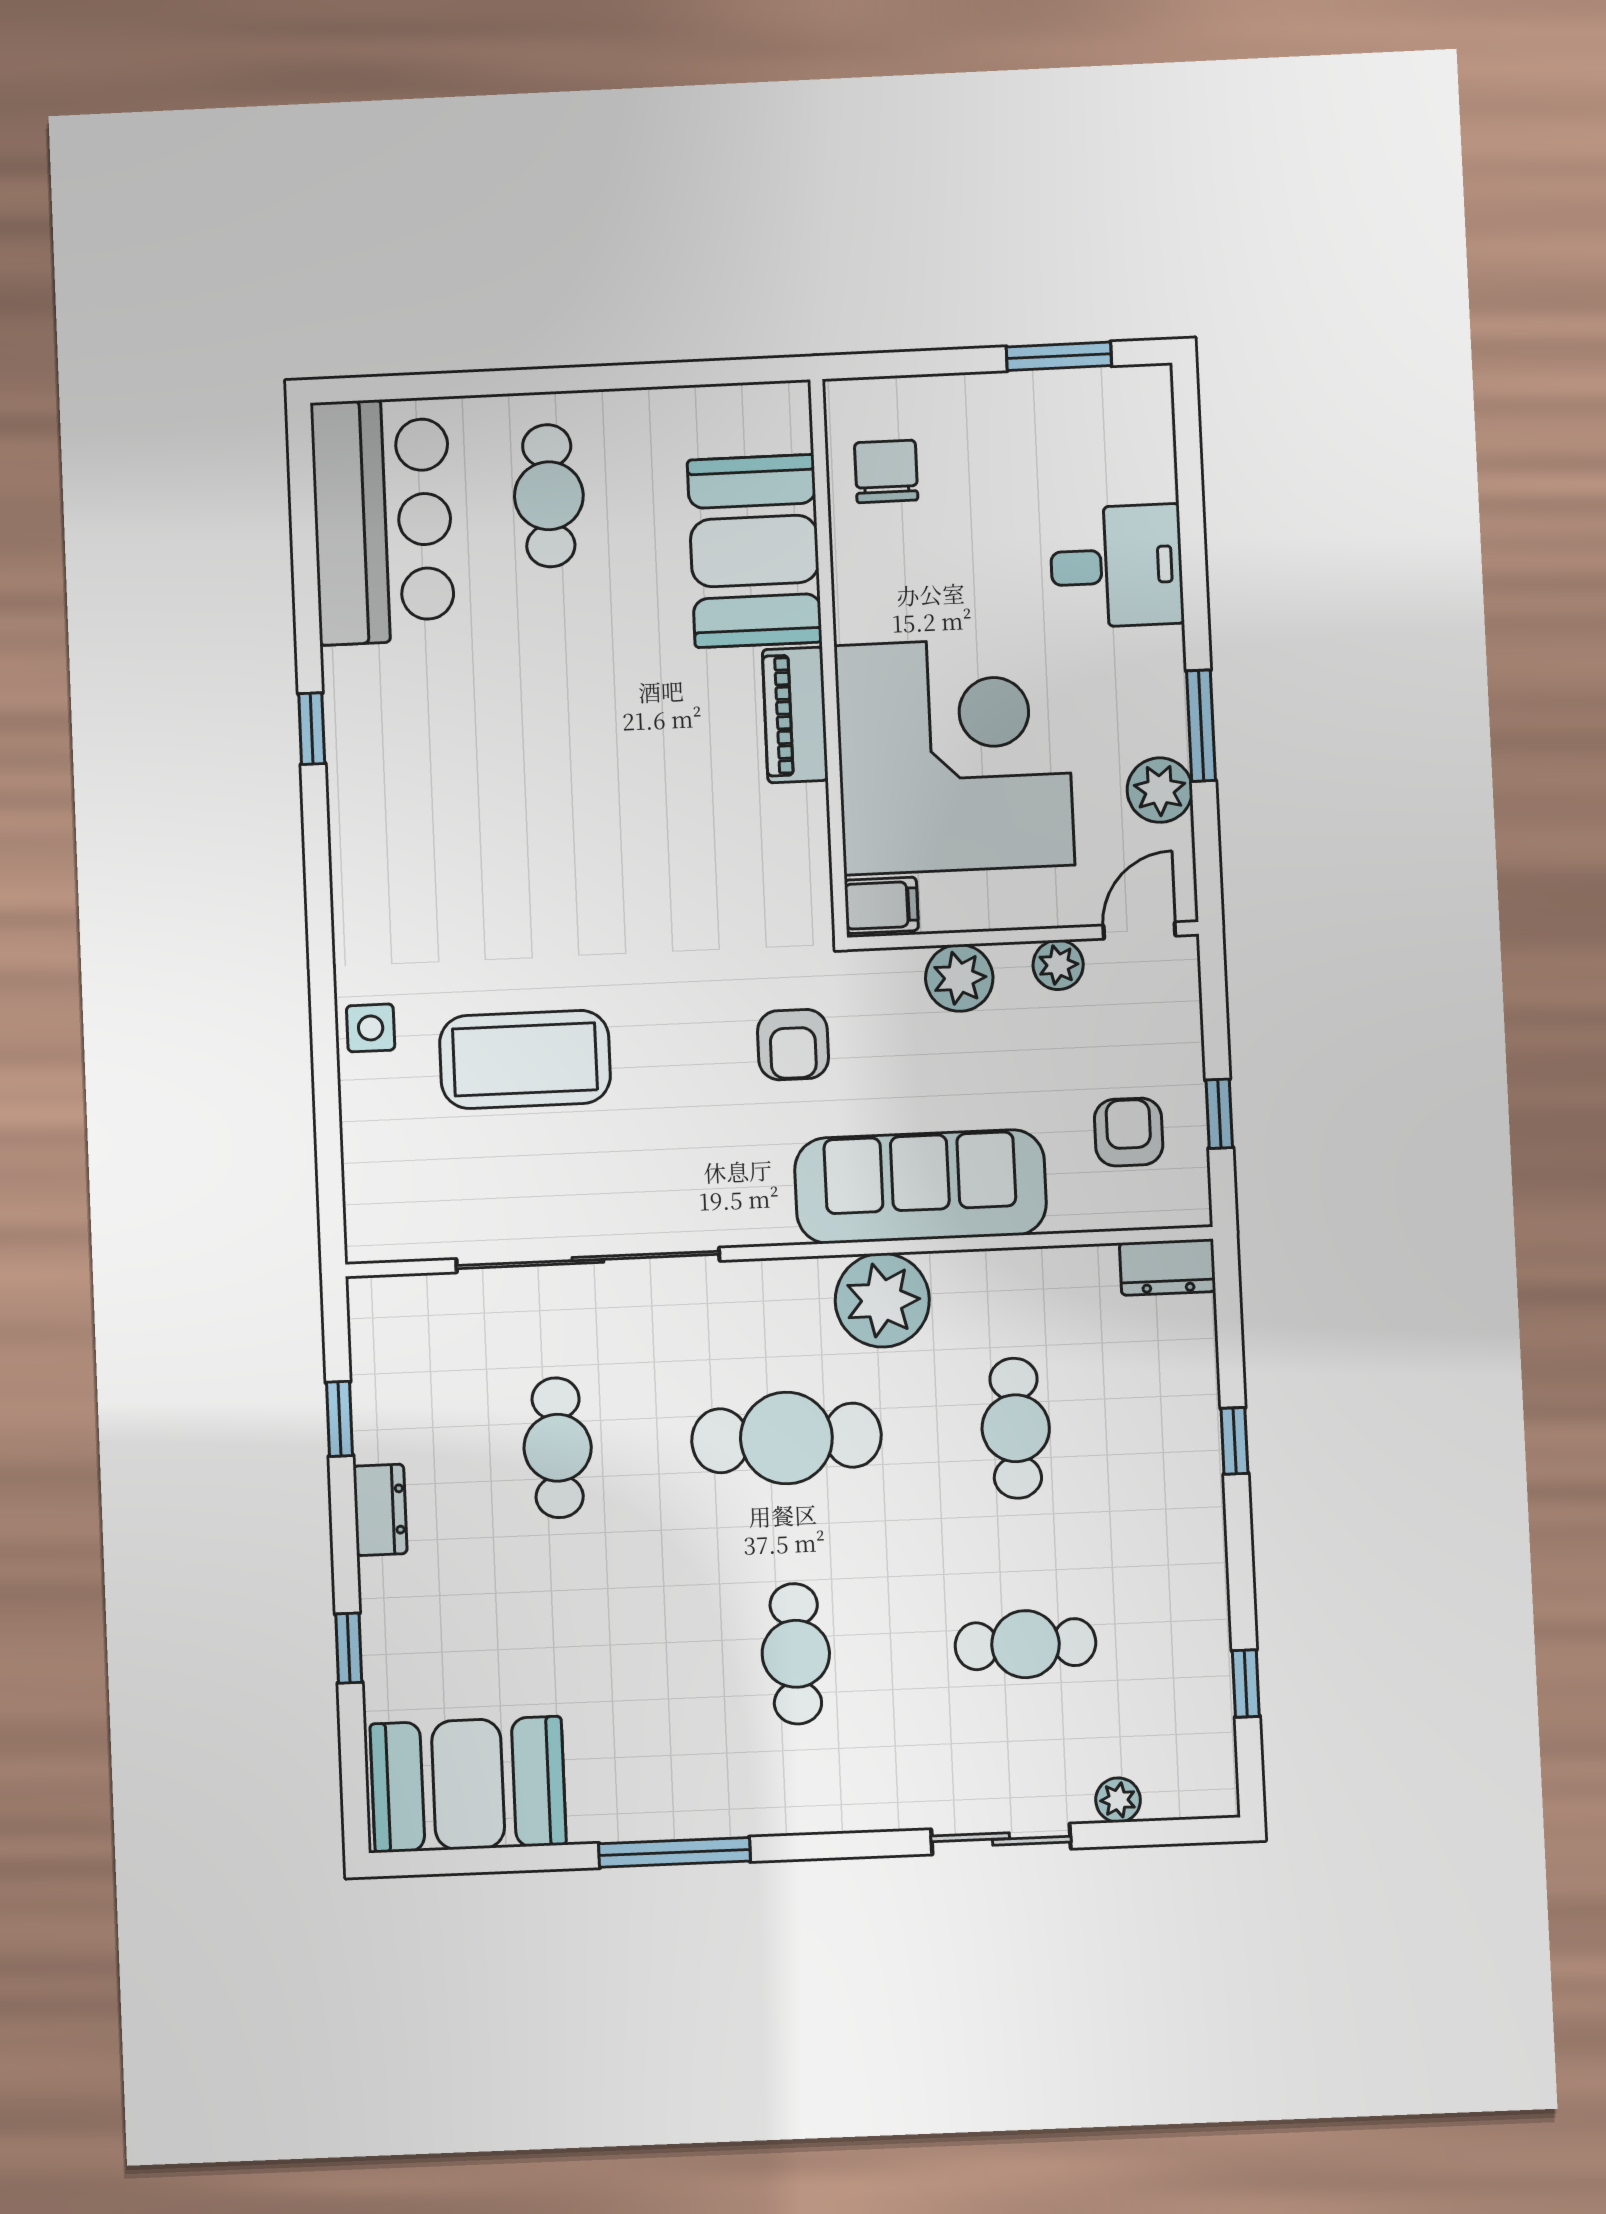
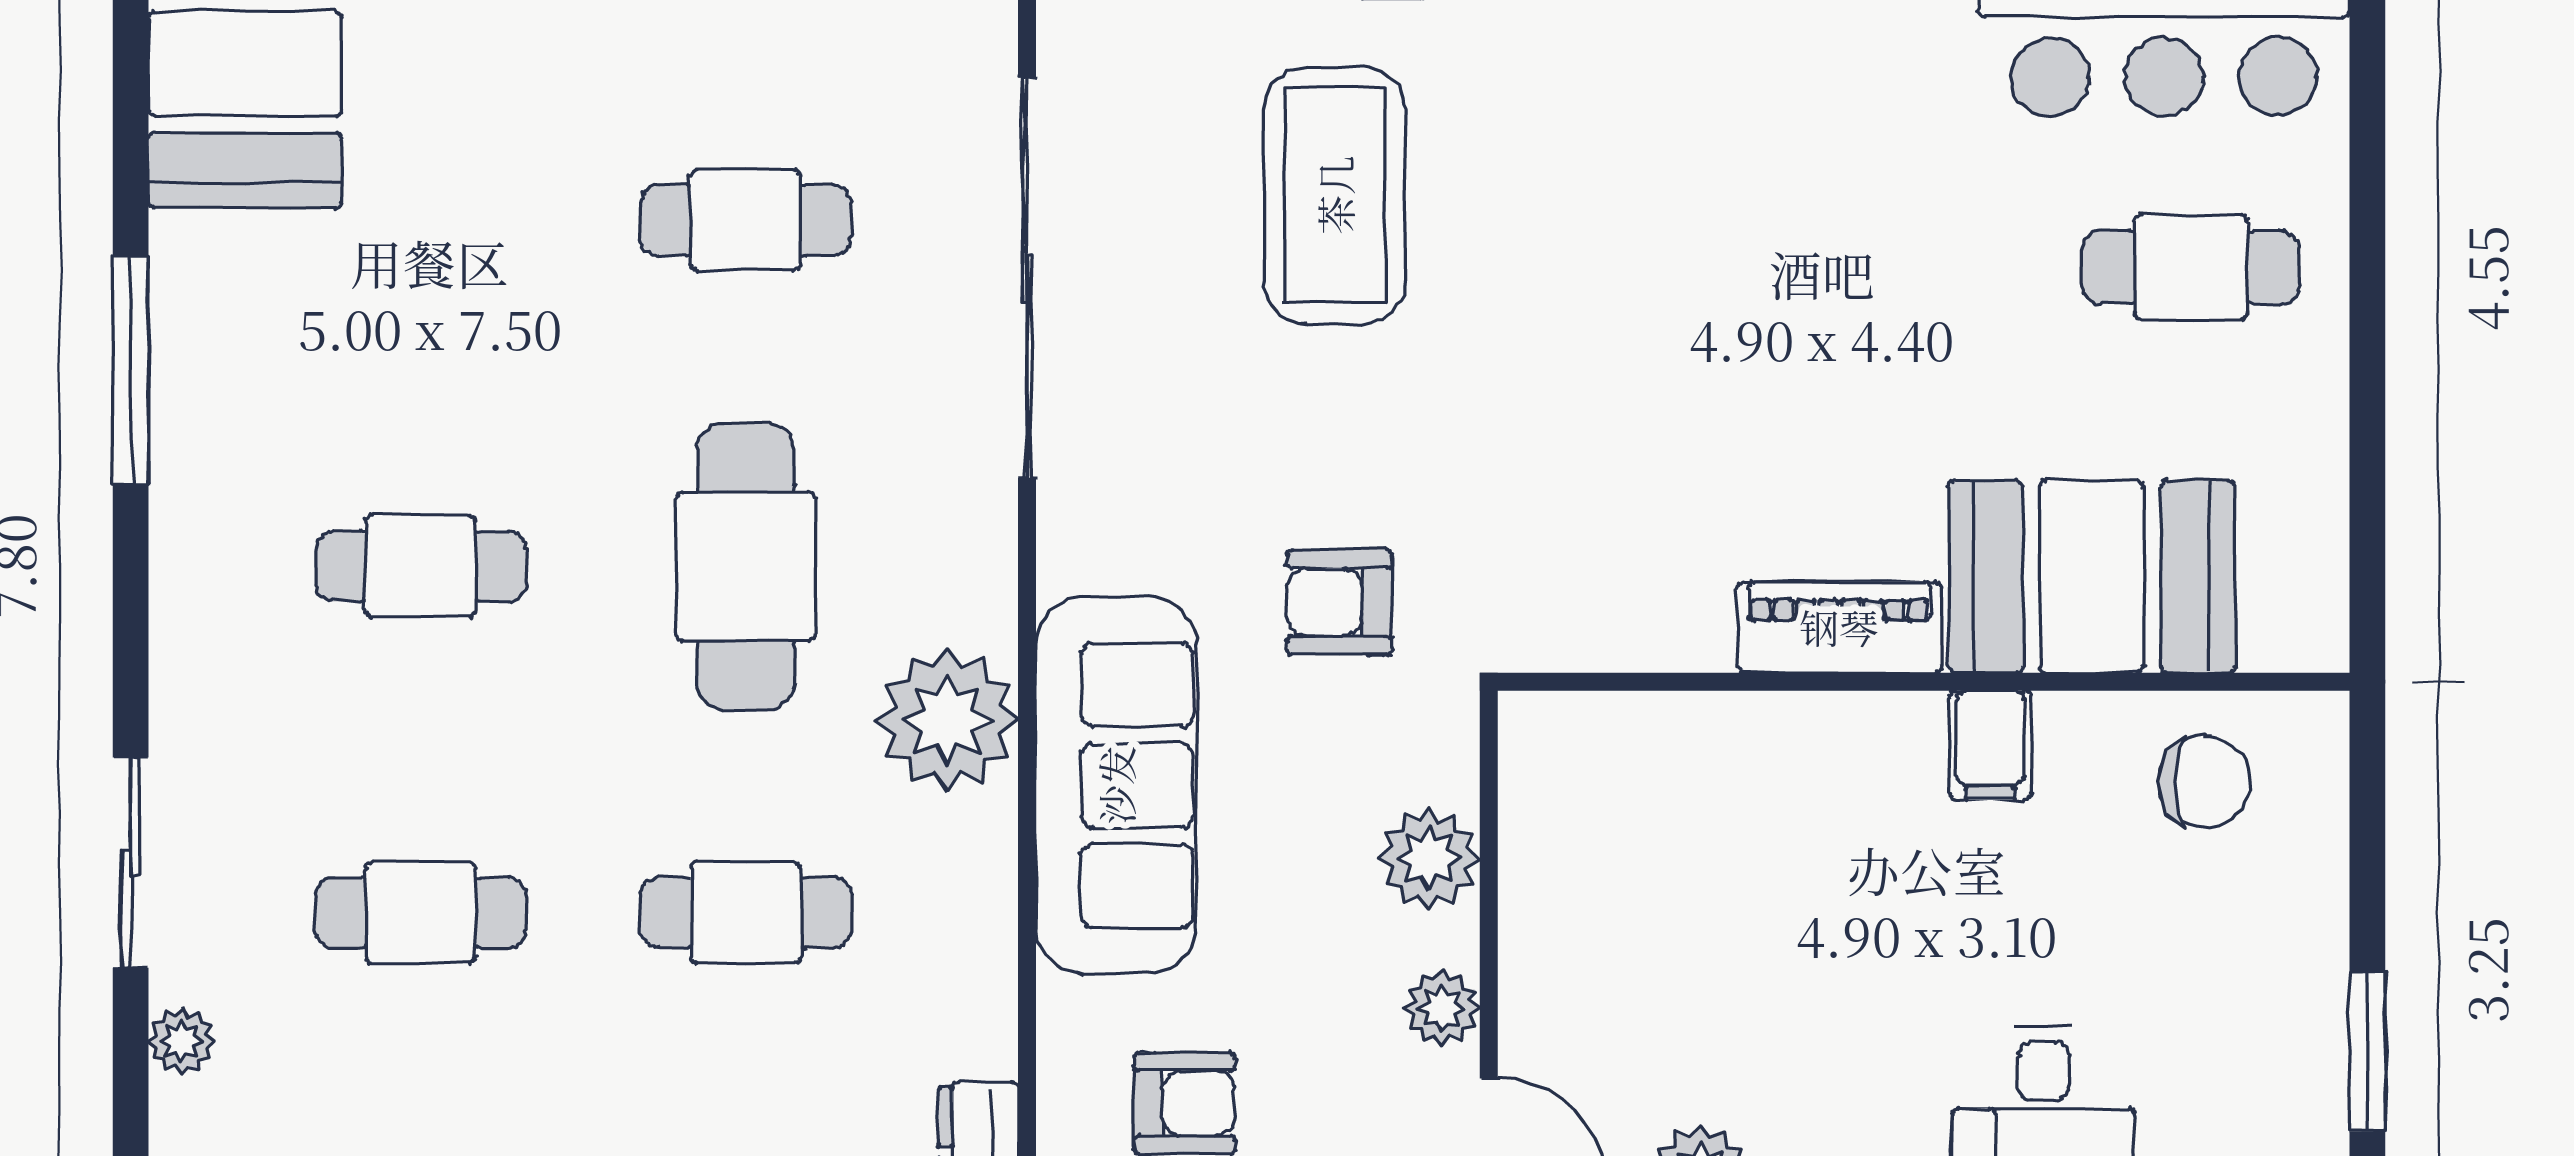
corner desk: (954, 755) -> (1767, 866), removed
filing cabinet: (881, 905) -> (1990, 745), moved
cafe table: (1025, 1644) -> (421, 913), turned 90

